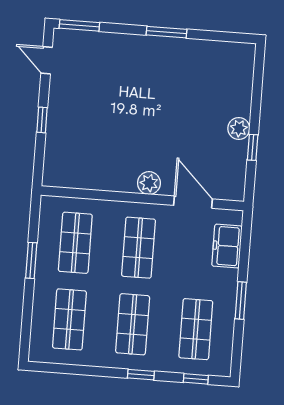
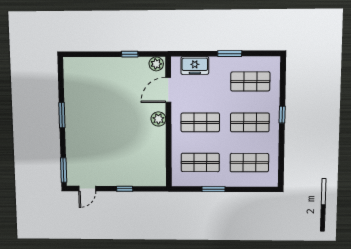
plant: (239, 129) -> (156, 64), moved
window: (196, 379) -> (283, 79), removed

